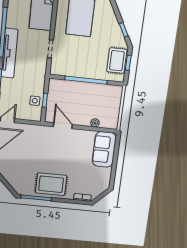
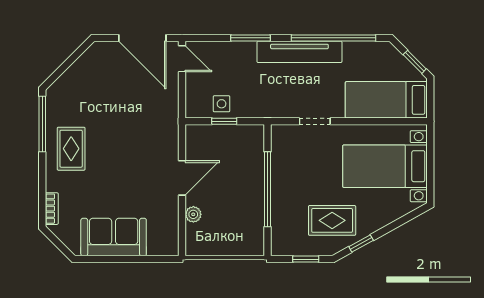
rug: (117, 61) -> (332, 220), moved
door: (63, 126) -> (182, 178), moved
sofa: (104, 149) -> (114, 237), moved
rug: (51, 184) -> (71, 149), width x0.73, depth x0.70

